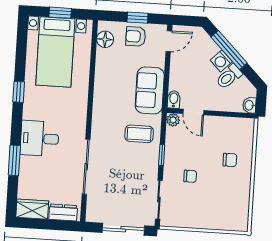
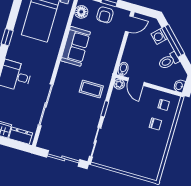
armchair: (136, 36) -> (105, 15), turned -90
washing machine: (221, 61) -> (159, 36), moved
sofa: (150, 90) -> (76, 46), moved, turned 180
chair: (190, 176) -> (164, 105), moved

